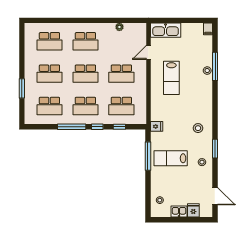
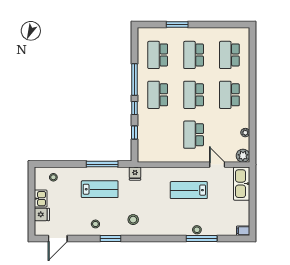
plant: (140, 29) -> (243, 156), added
school desk: (121, 106) -> (158, 135), removed
lab bench: (171, 158) -> (100, 189), turned 90

